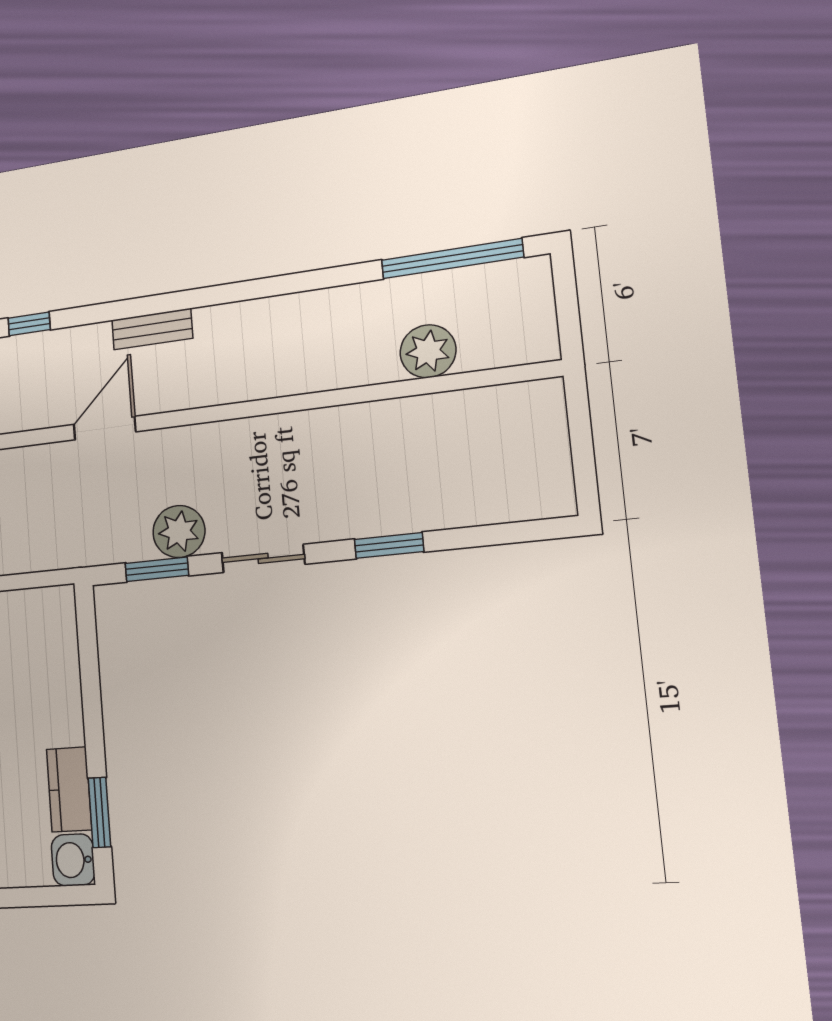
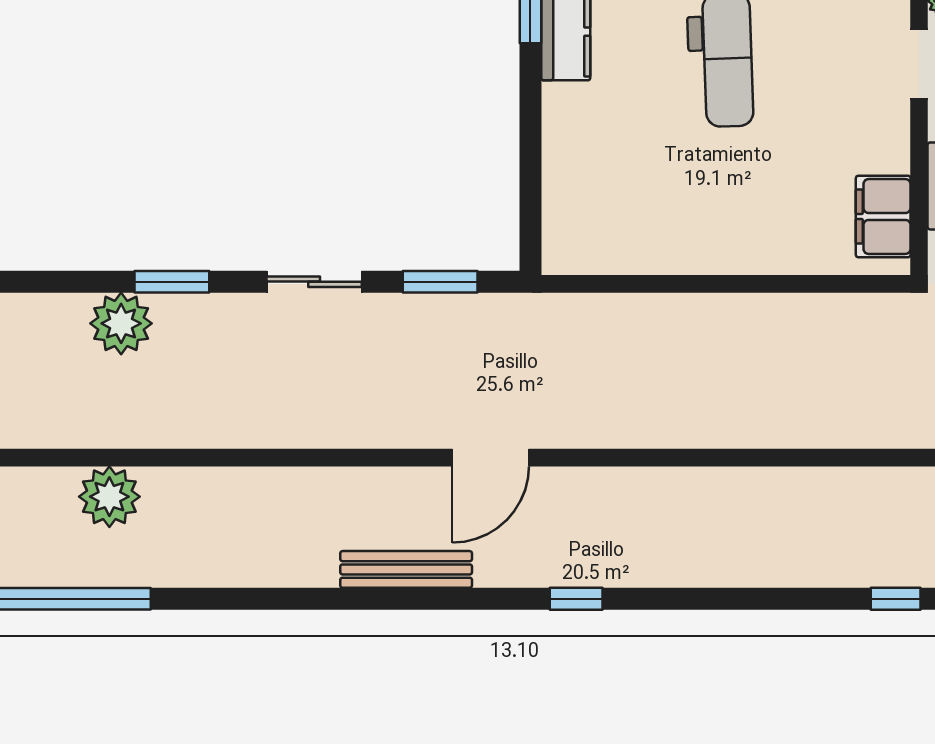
bench: (152, 329) -> (406, 569), width x1.36
plant: (179, 532) -> (121, 323), moved

